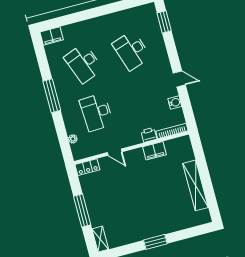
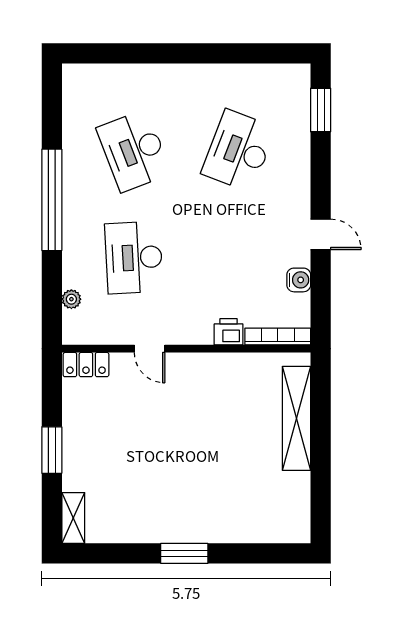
filing cabinet: (52, 36) -> (84, 78), removed
desk: (132, 51) -> (239, 151), turned 39
window: (52, 96) -> (52, 200), width x1.46
filing cabinet: (154, 151) -> (231, 367), removed
shelving: (196, 185) -> (296, 418), moved
window: (82, 211) -> (52, 450), width x0.69

